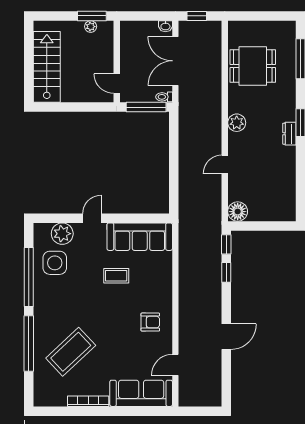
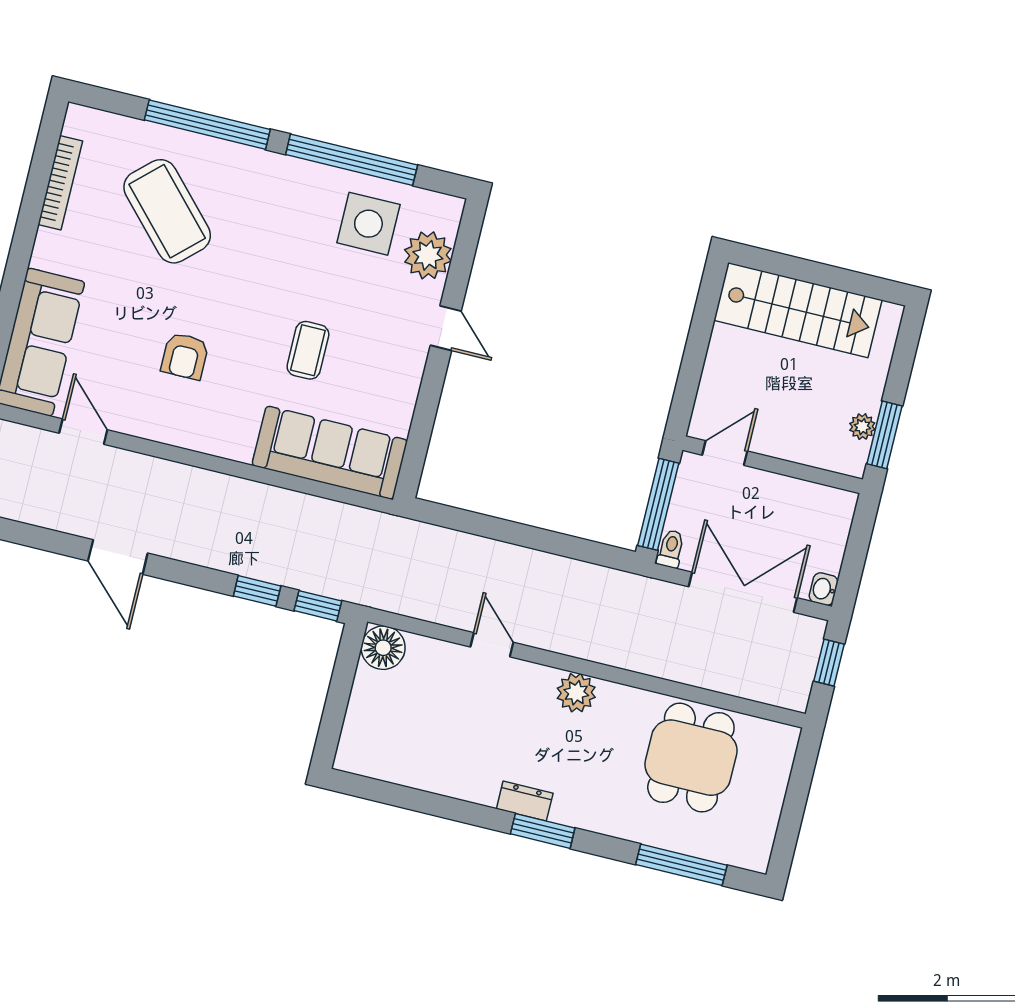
sofa: (140, 237) -> (330, 453), moved, turned 90
armchair: (150, 322) -> (185, 356), moved
bookcase: (88, 401) -> (60, 183), moved

